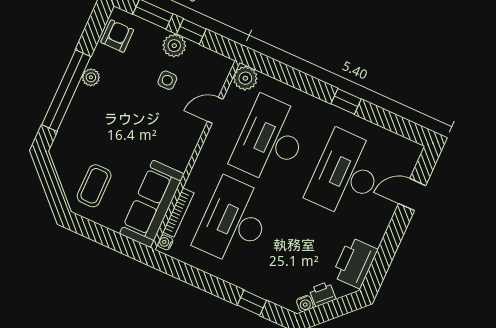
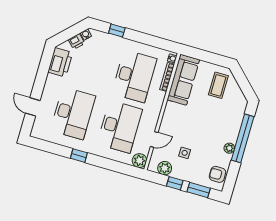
armchair: (117, 36) -> (217, 174), turned 90
plant: (174, 46) -> (165, 168), moved
door: (412, 195) -> (33, 107), swing flipped

